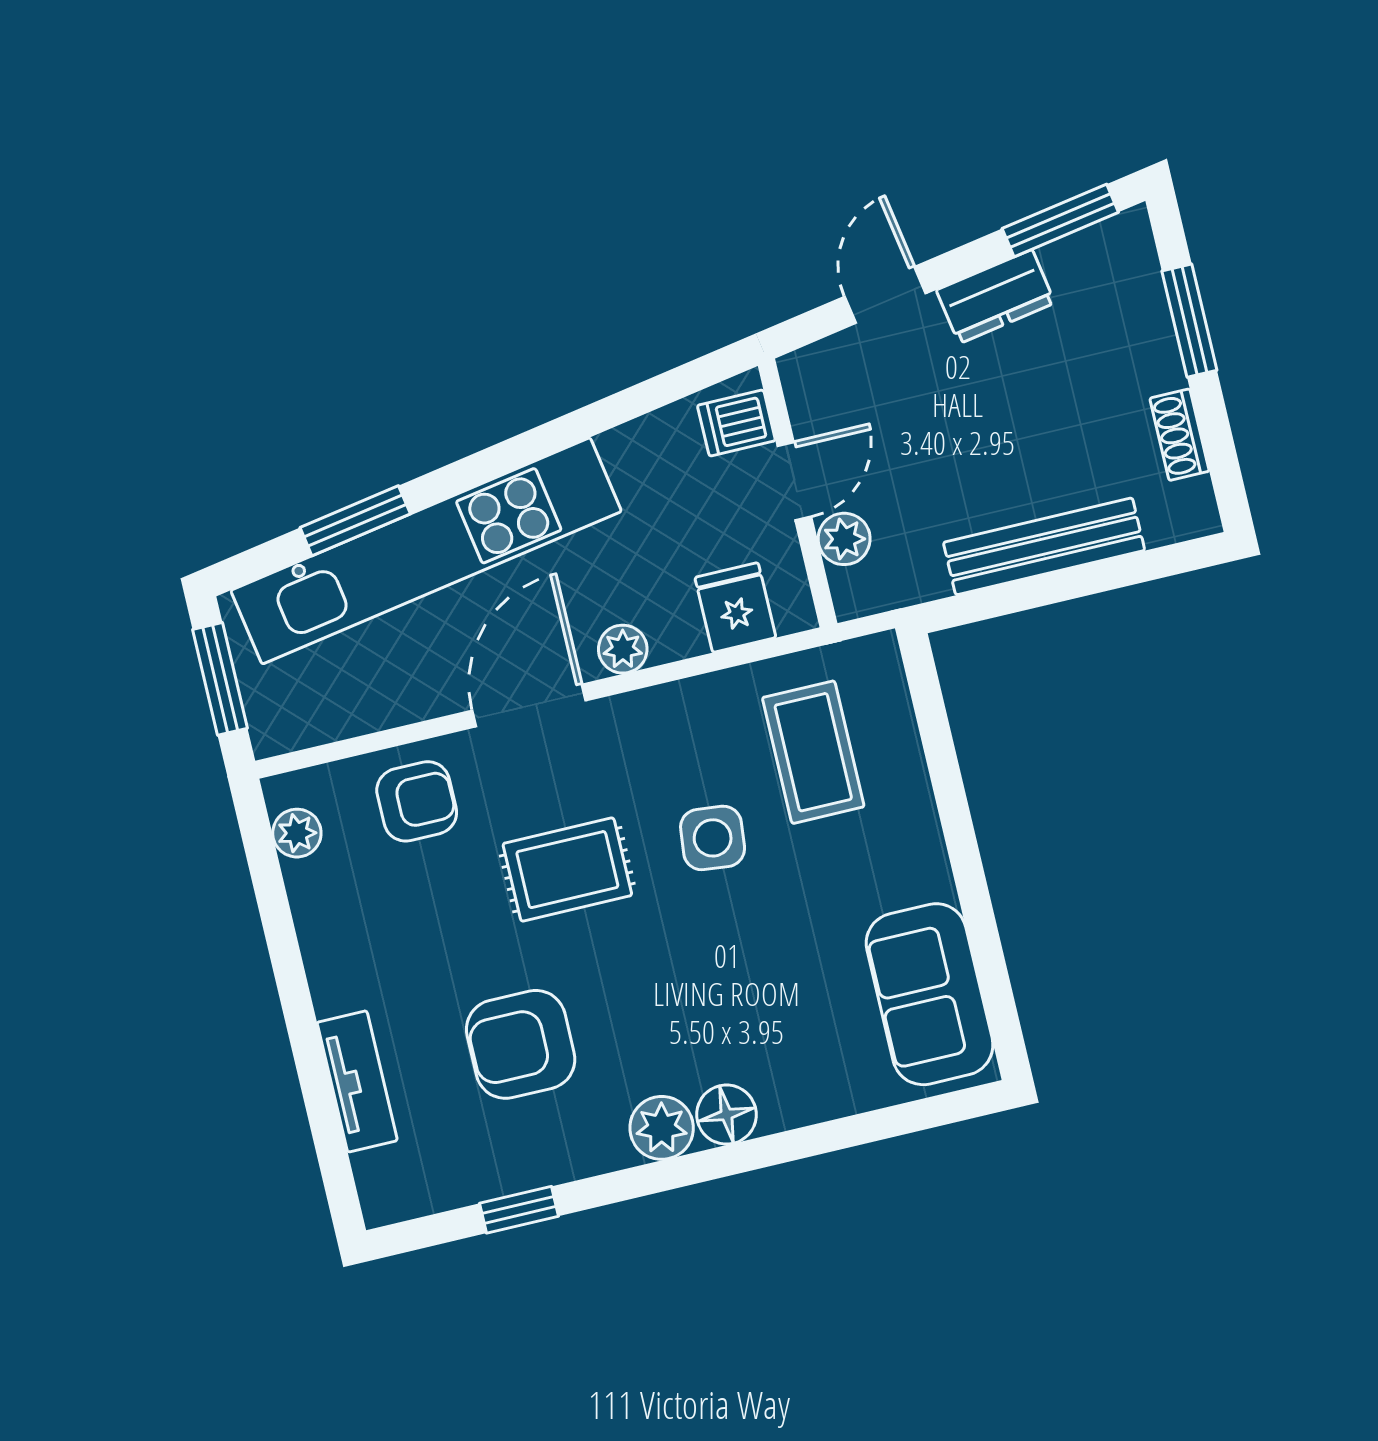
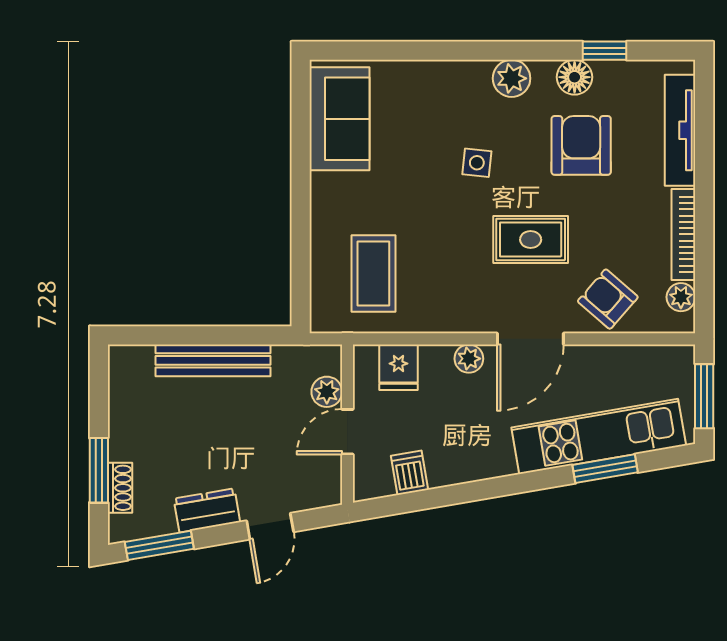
dishwasher: (736, 423) -> (409, 473), moved, turned -100
shoe rack: (1179, 435) -> (120, 488), moved
kitchen unit: (426, 551) -> (599, 436), width x0.73
armchair: (417, 801) -> (608, 299), turned 41
side table: (713, 838) -> (477, 163), moved, width x0.73, depth x0.73
bookcase: (317, 938) -> (683, 234), added
armchair: (521, 1044) -> (581, 145), turned -90
tv unit: (357, 1081) -> (680, 130), width x1.41
floor lamp: (726, 1115) -> (575, 77), moved

